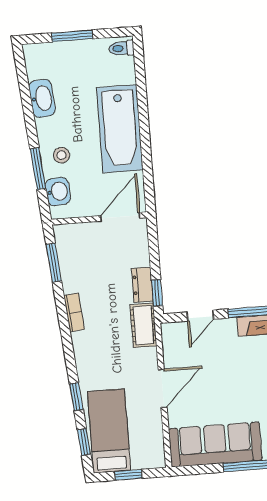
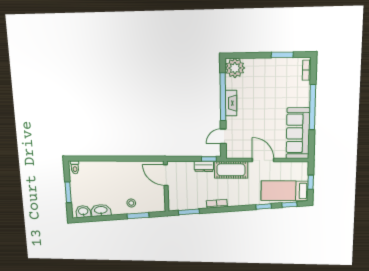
bathtub: (120, 129) -> (118, 172), removed
washbasin: (58, 191) -> (83, 212), moved
door: (200, 316) -> (223, 136), swing flipped
cot: (143, 325) -> (231, 170), width x1.37, depth x1.34

